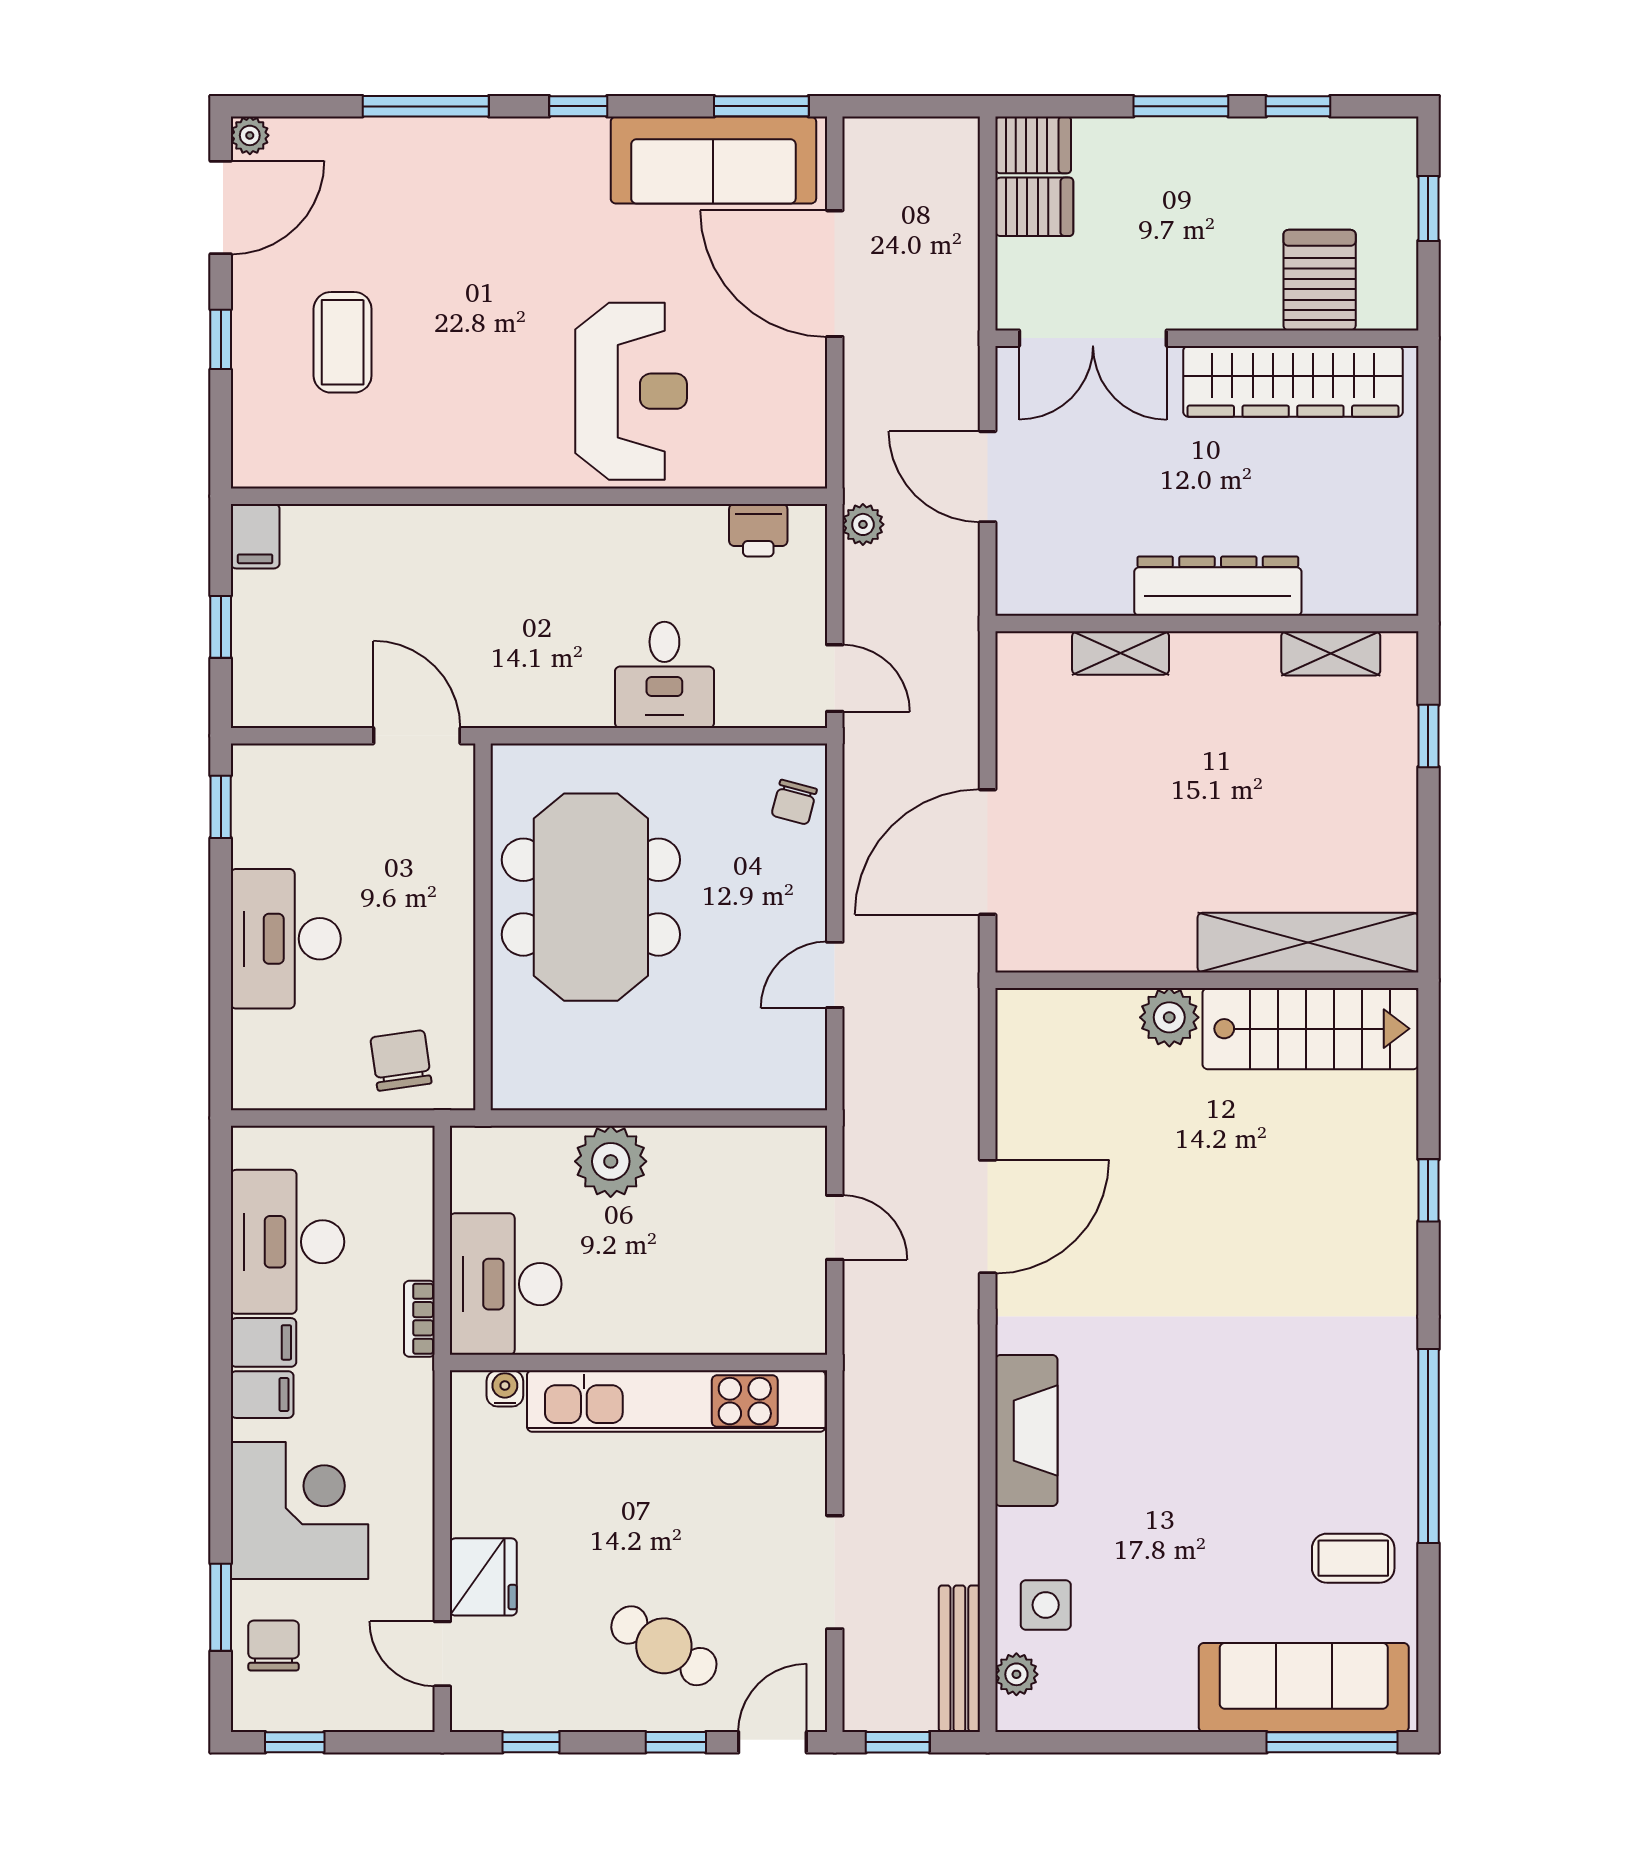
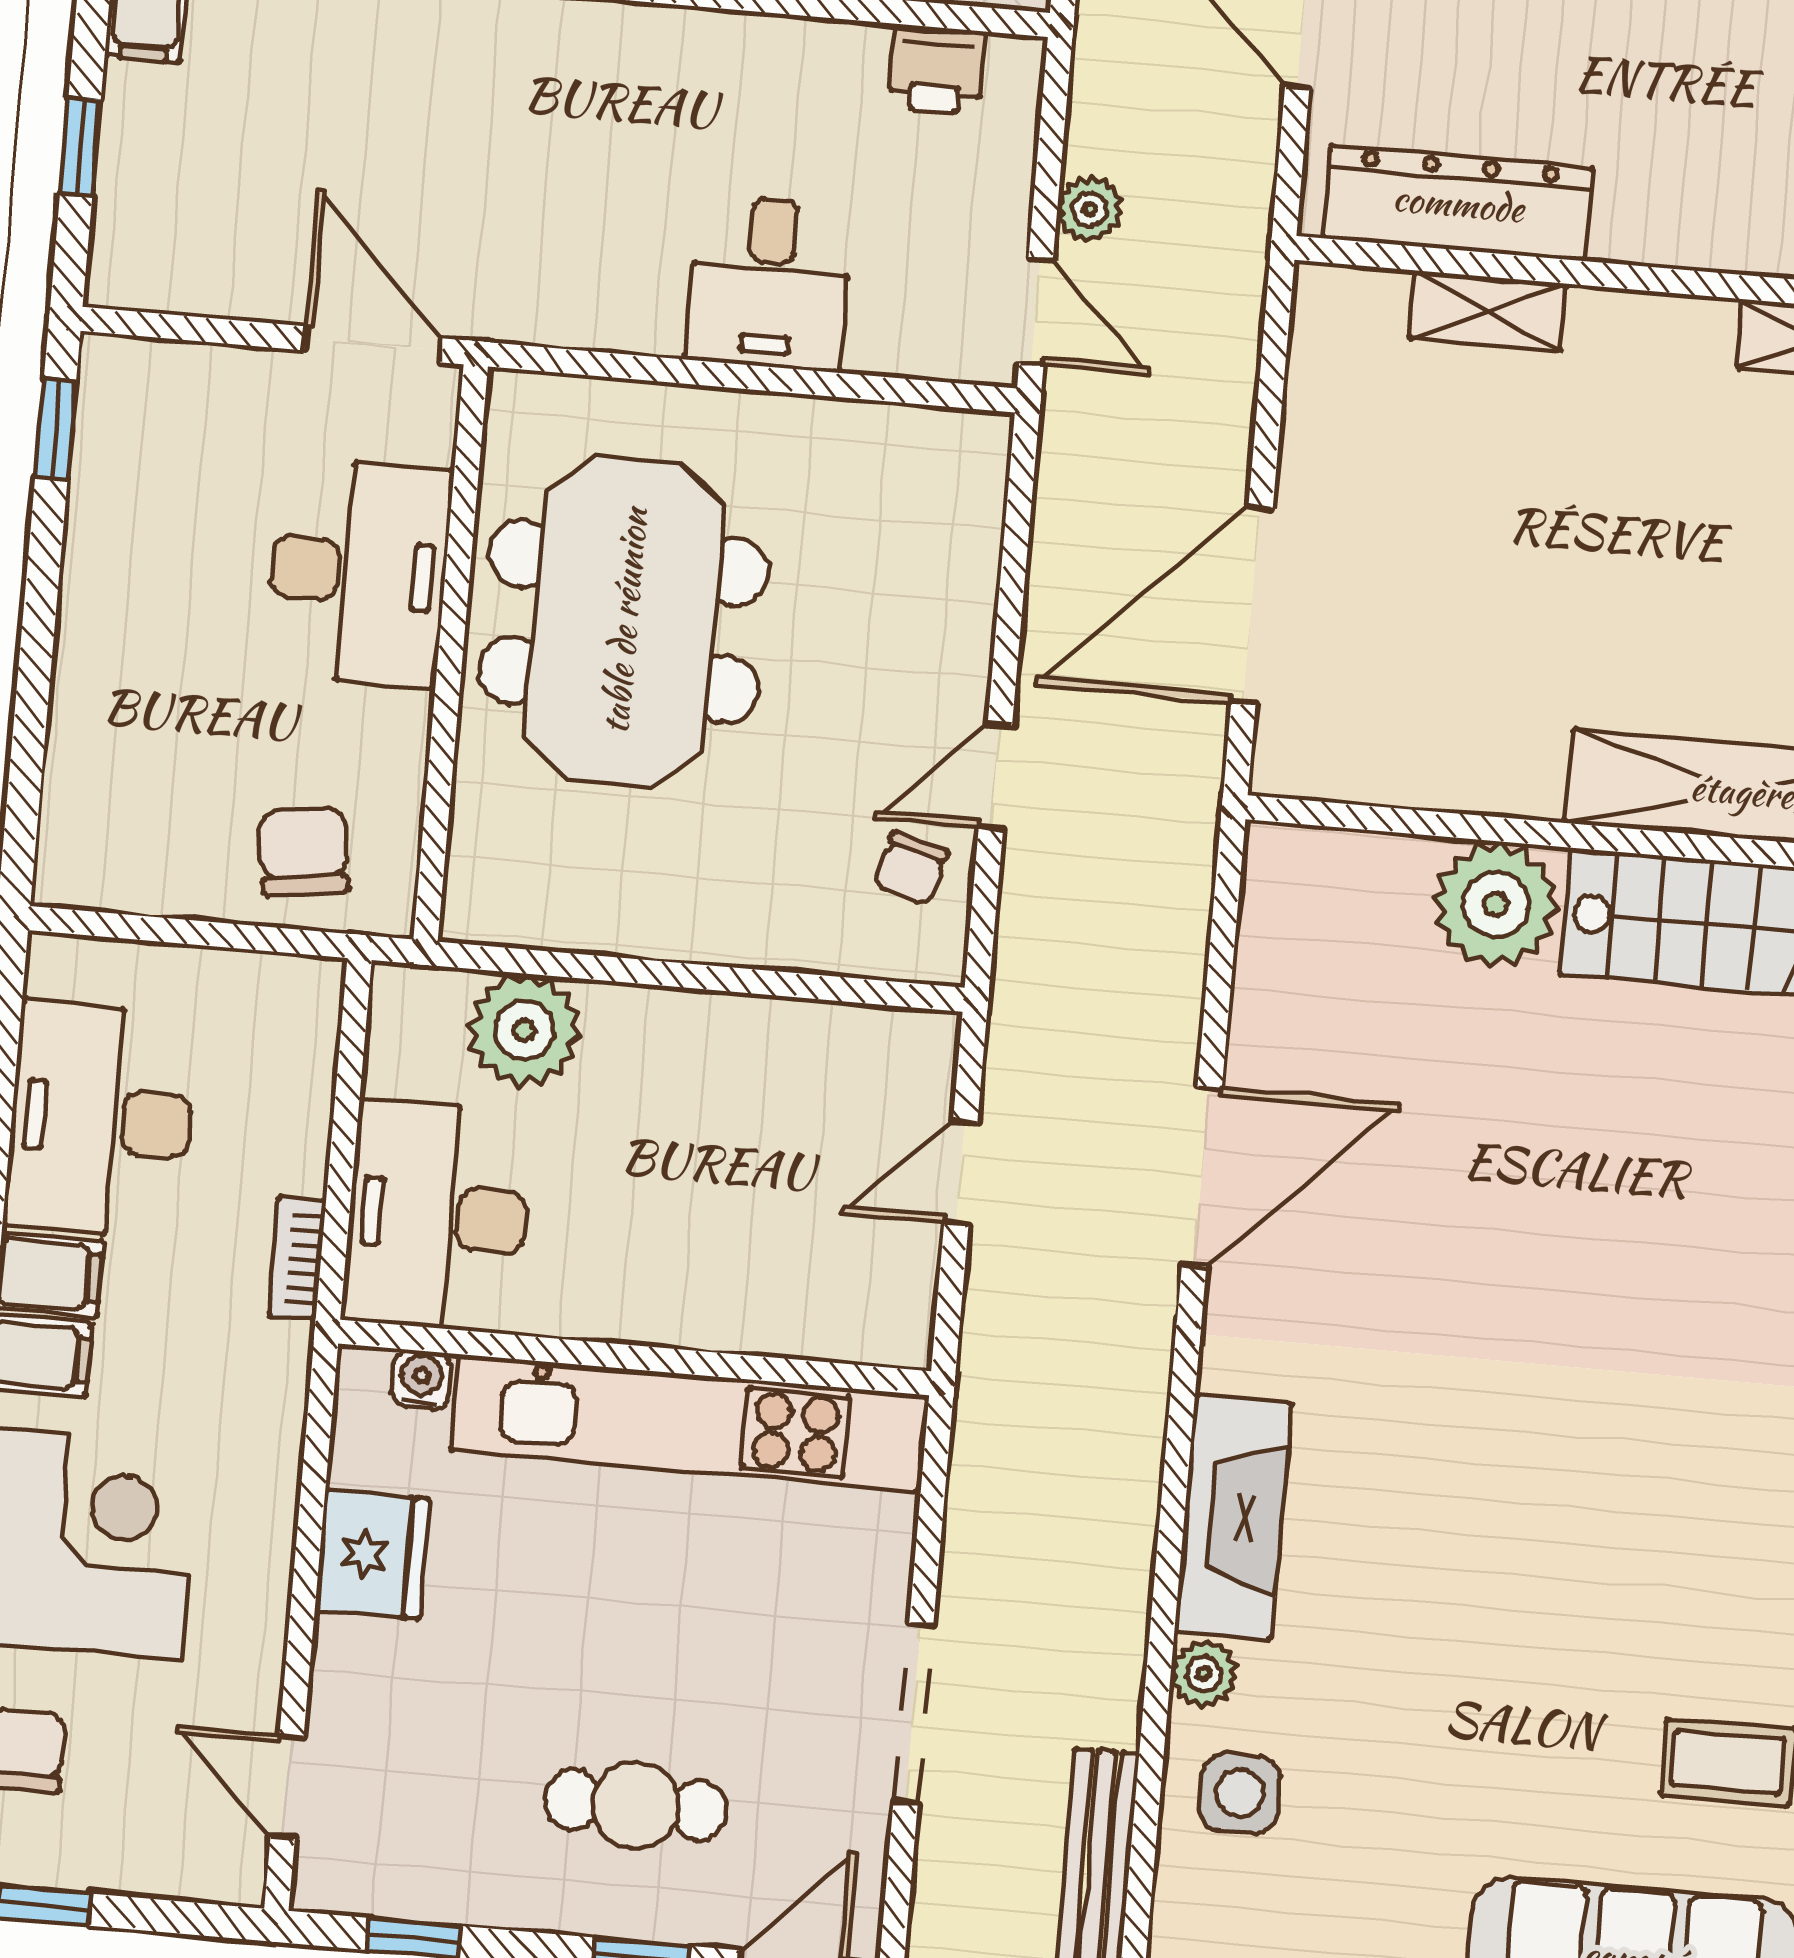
plant: (863, 524) -> (1090, 209), moved
dresser: (1218, 586) -> (1458, 203), moved
chair: (794, 802) -> (911, 869), moved
desk: (286, 939) -> (359, 572), moved, turned 180
plant: (1169, 1017) -> (1496, 904), width x1.36, depth x1.36
plant: (611, 1161) -> (524, 1030), moved
door: (835, 1227) -> (961, 1172), swing flipped
fridge: (483, 1577) -> (372, 1554), moved
cafe table: (664, 1646) -> (636, 1805), turned -31
plant: (1016, 1674) -> (1204, 1674), moved

